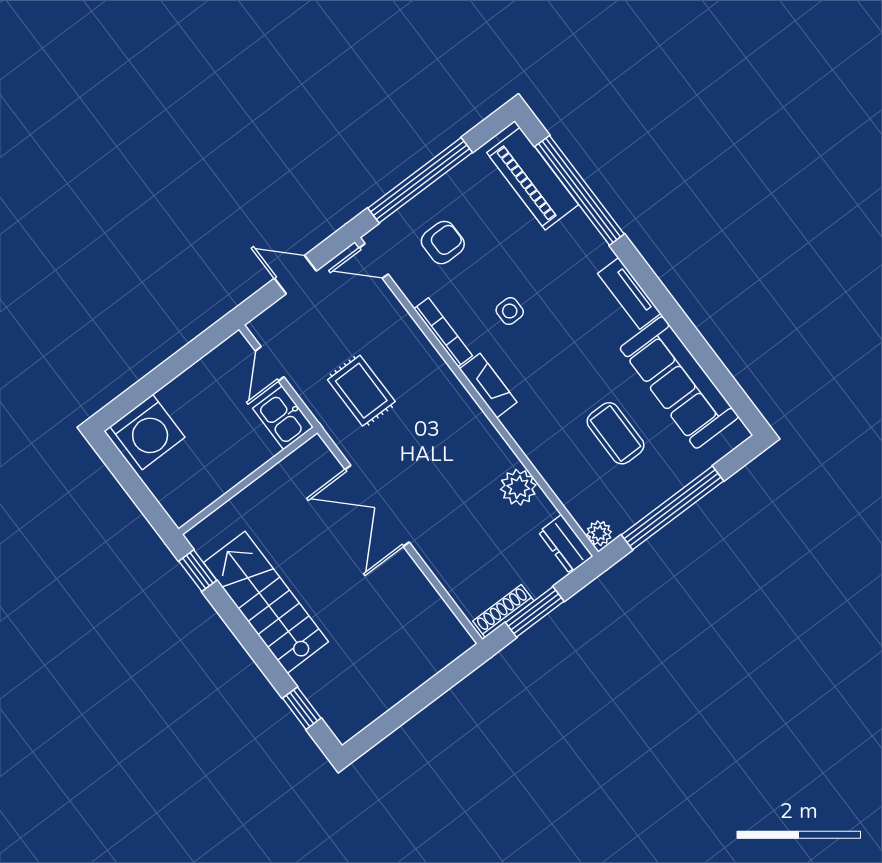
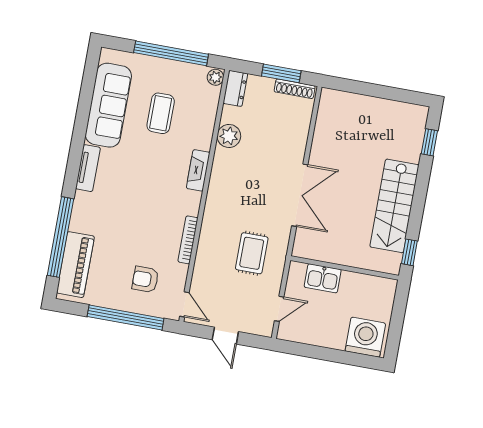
side table: (510, 311) -> (149, 217), removed
fireplace: (488, 386) -> (198, 170), moved
kitchen sink: (283, 418) -> (323, 278), moved, turned 90

